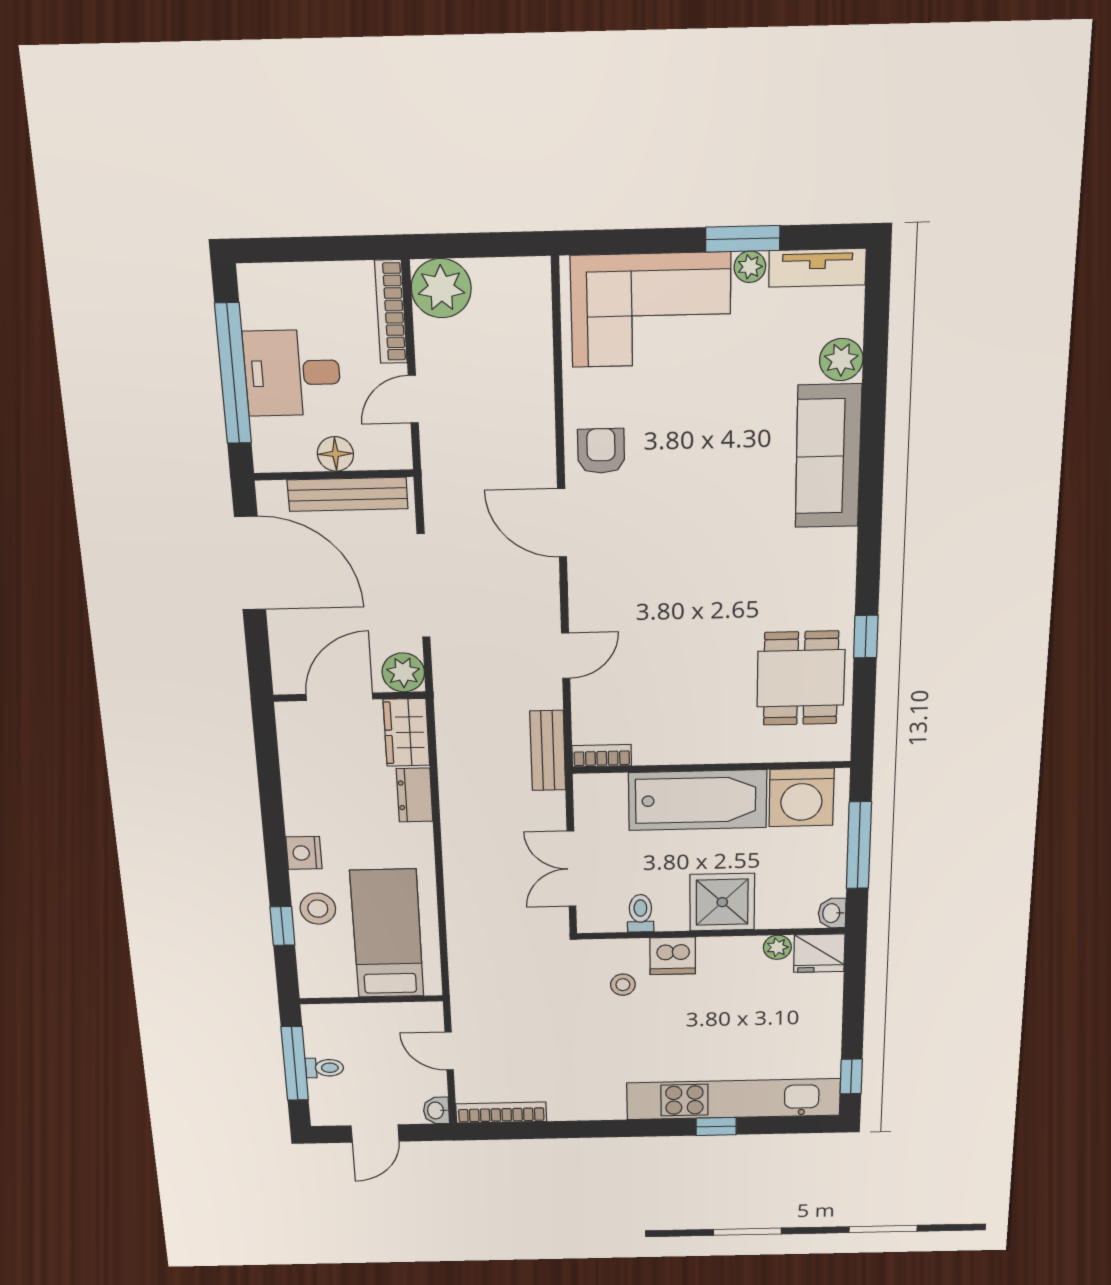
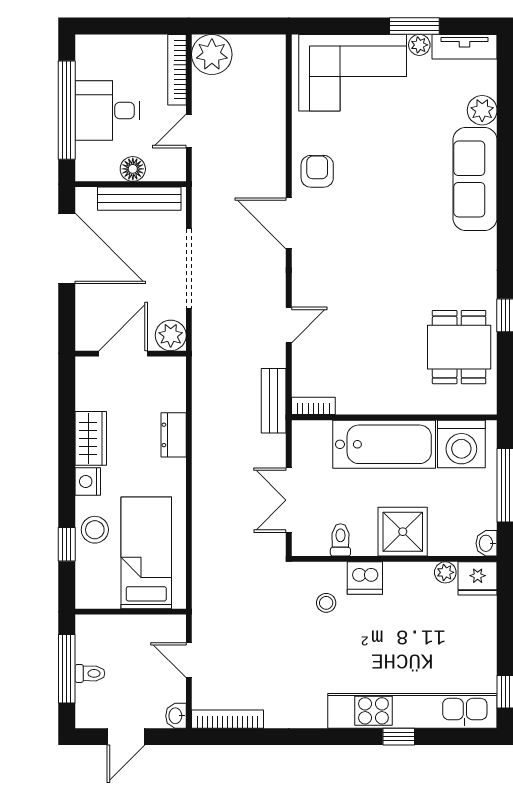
wardrobe: (406, 732) -> (91, 438), moved, turned 180

